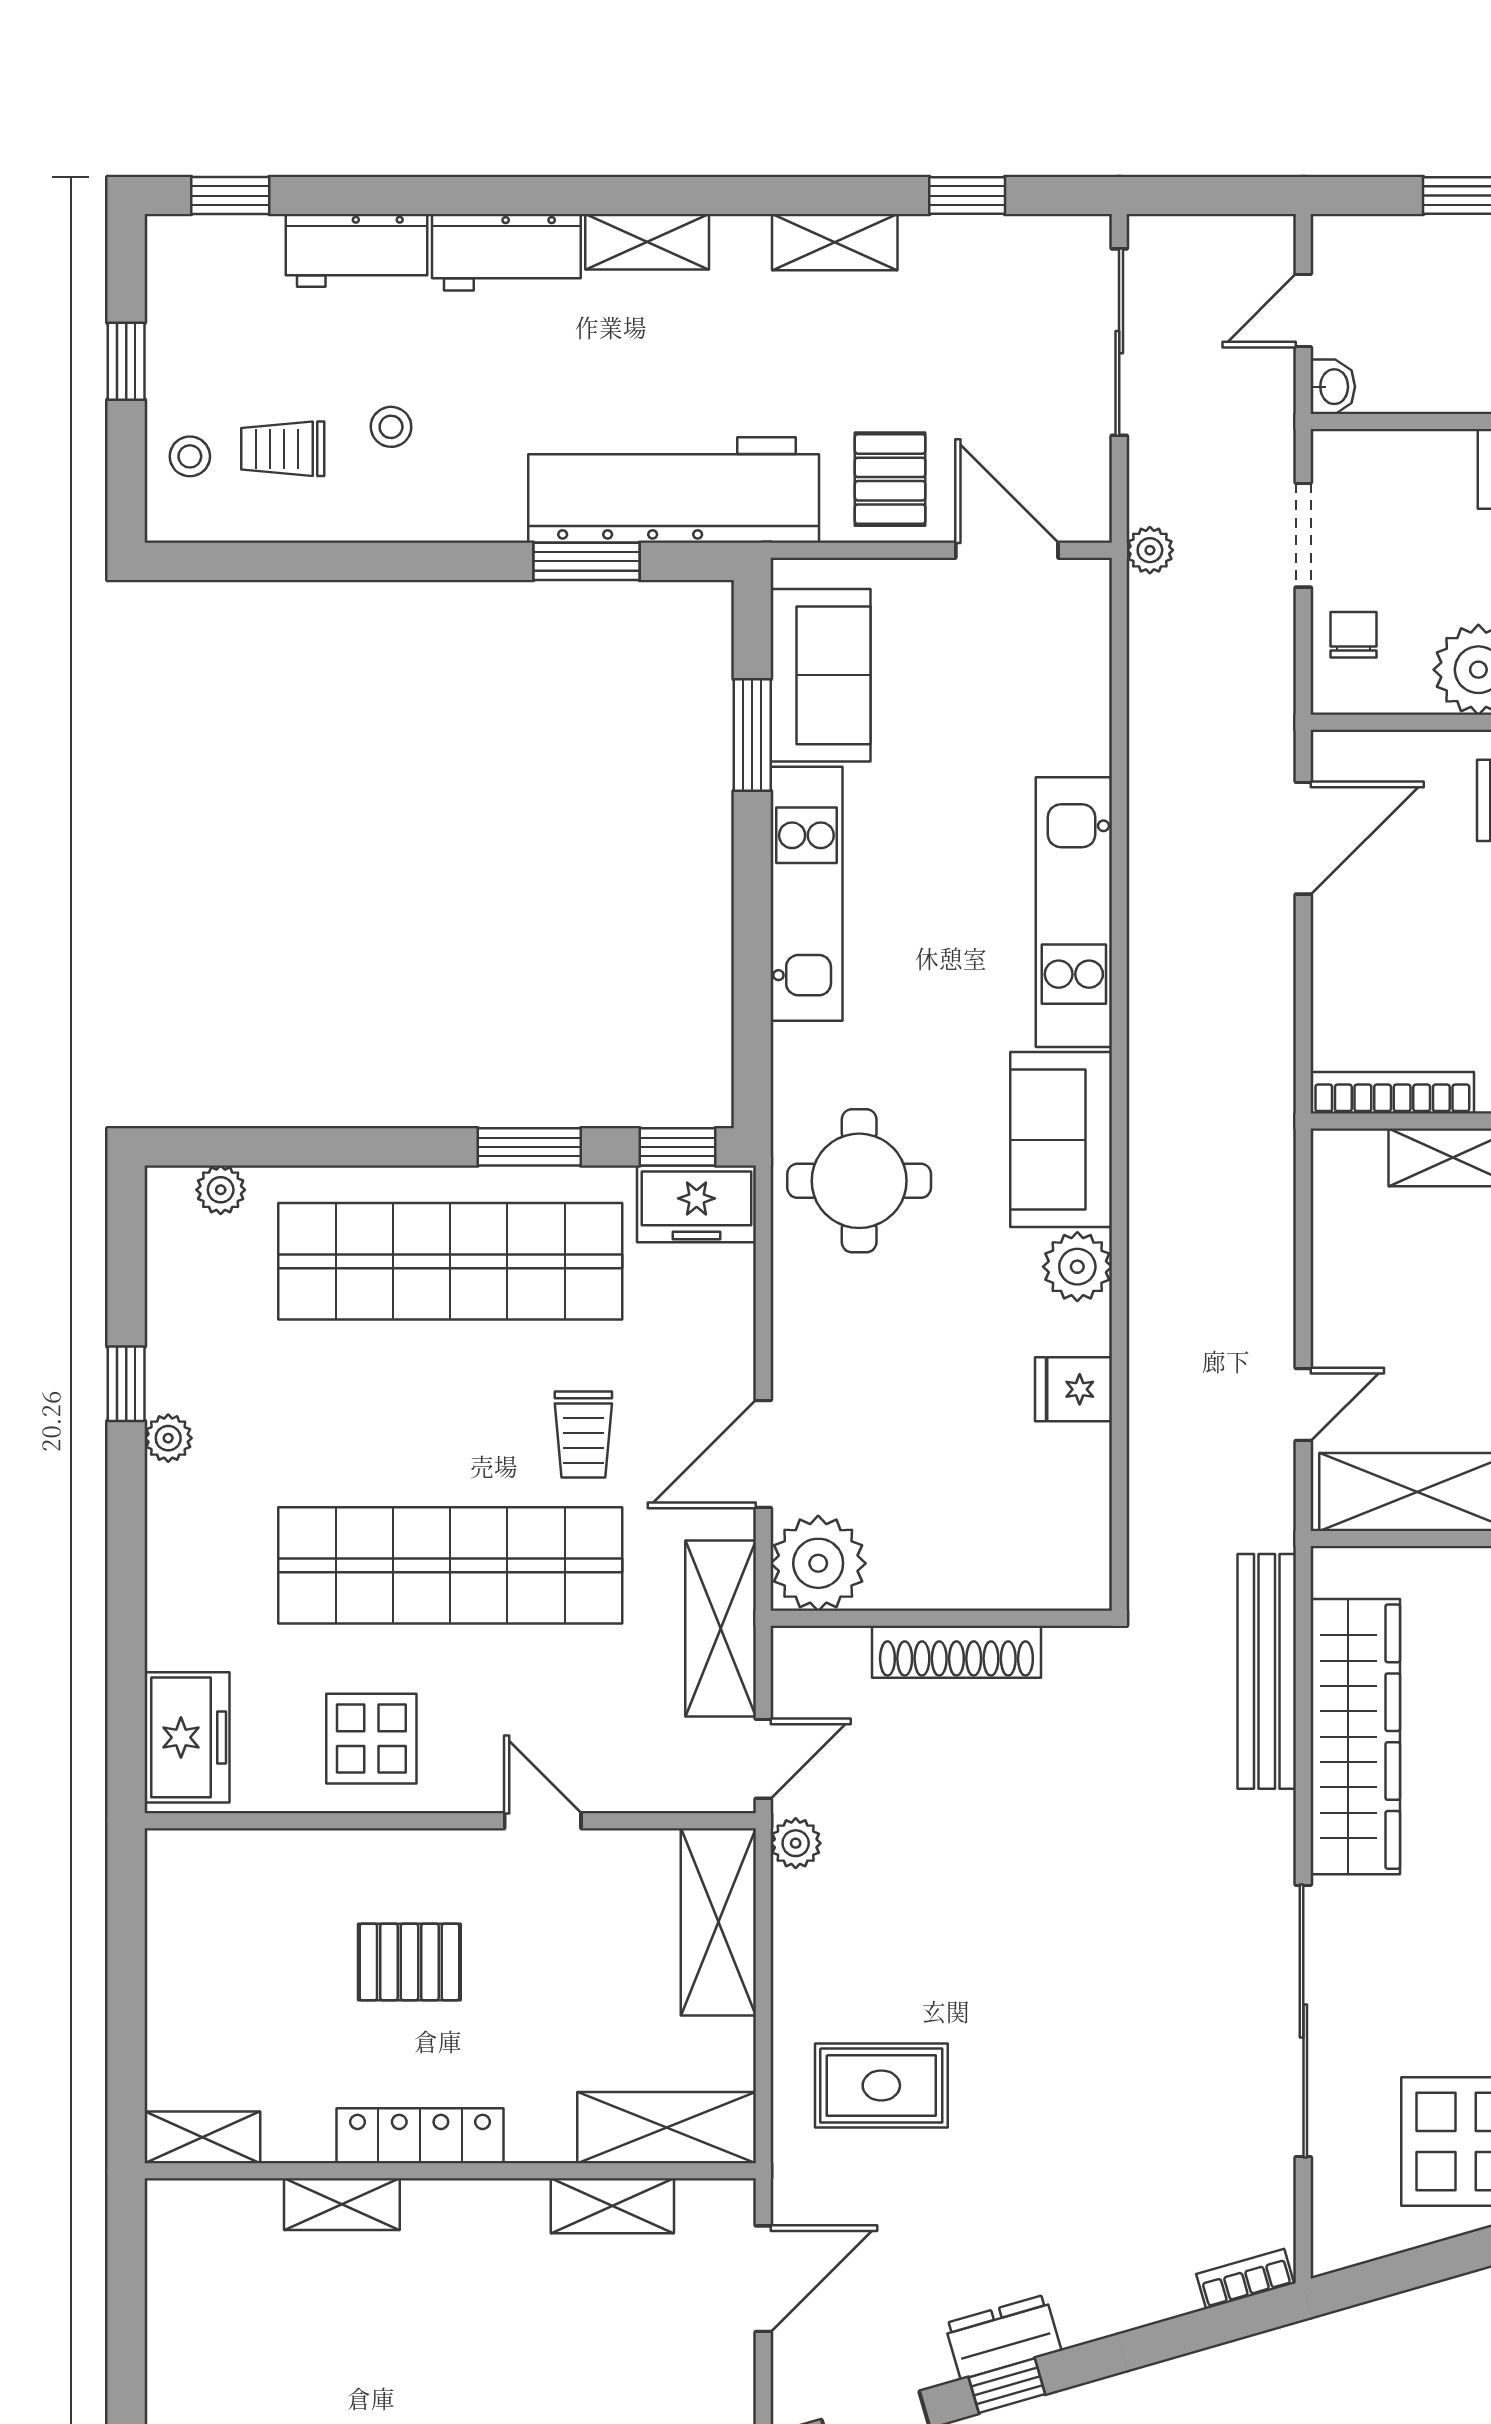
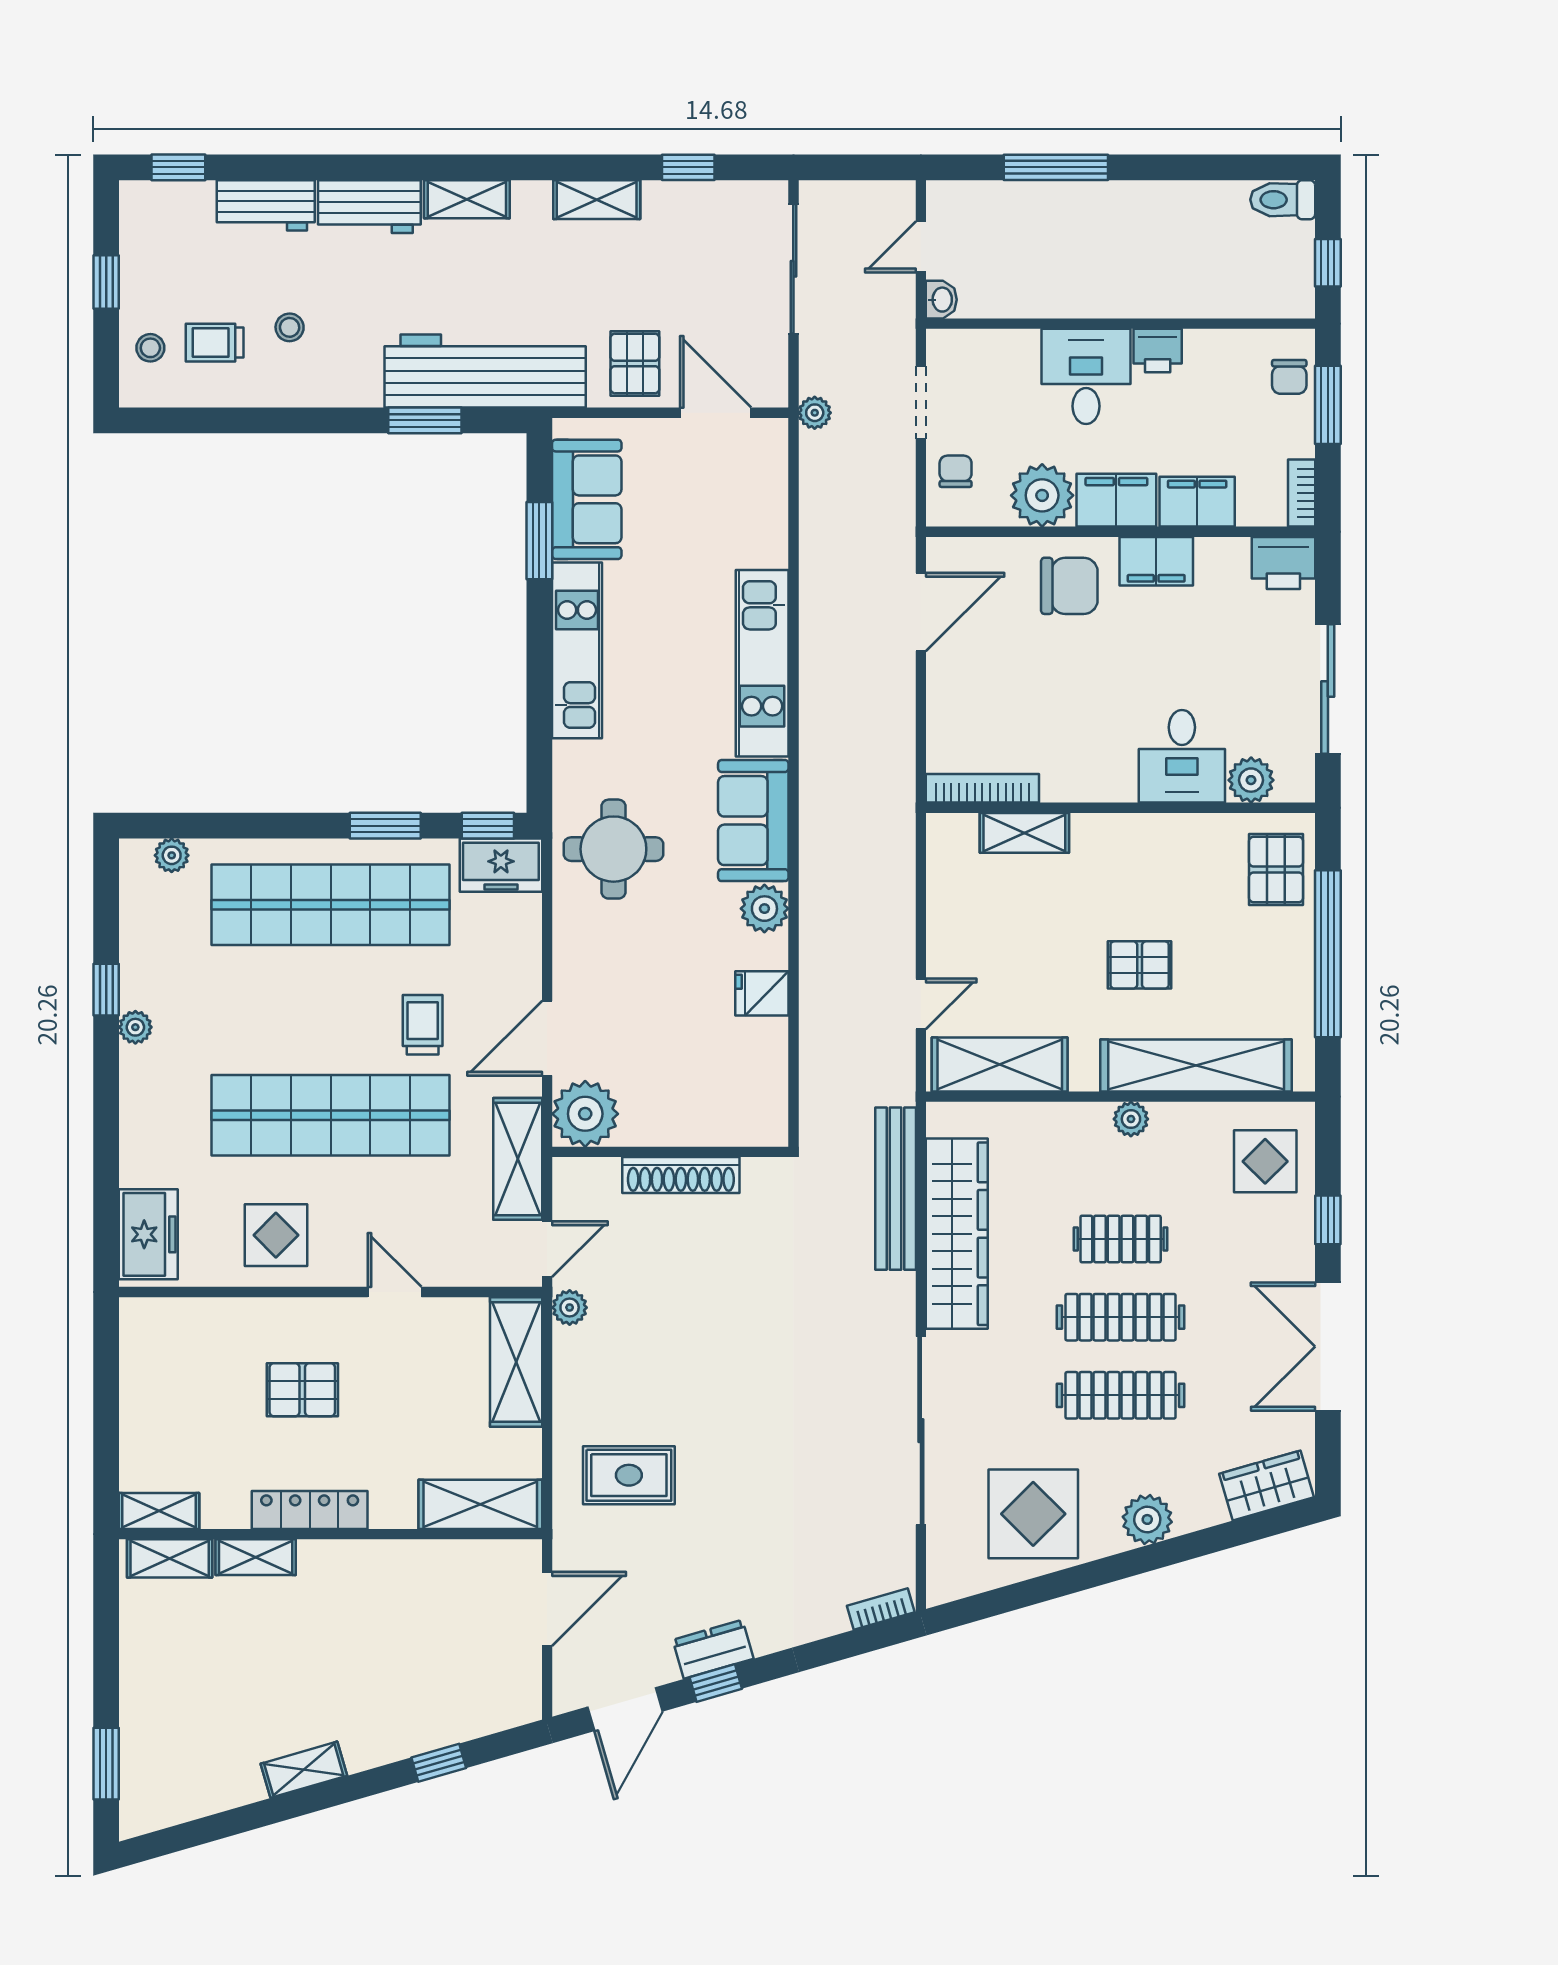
trolley: (583, 1435) -> (423, 1025), turned 180
shelving: (612, 2206) -> (170, 1558), moved

